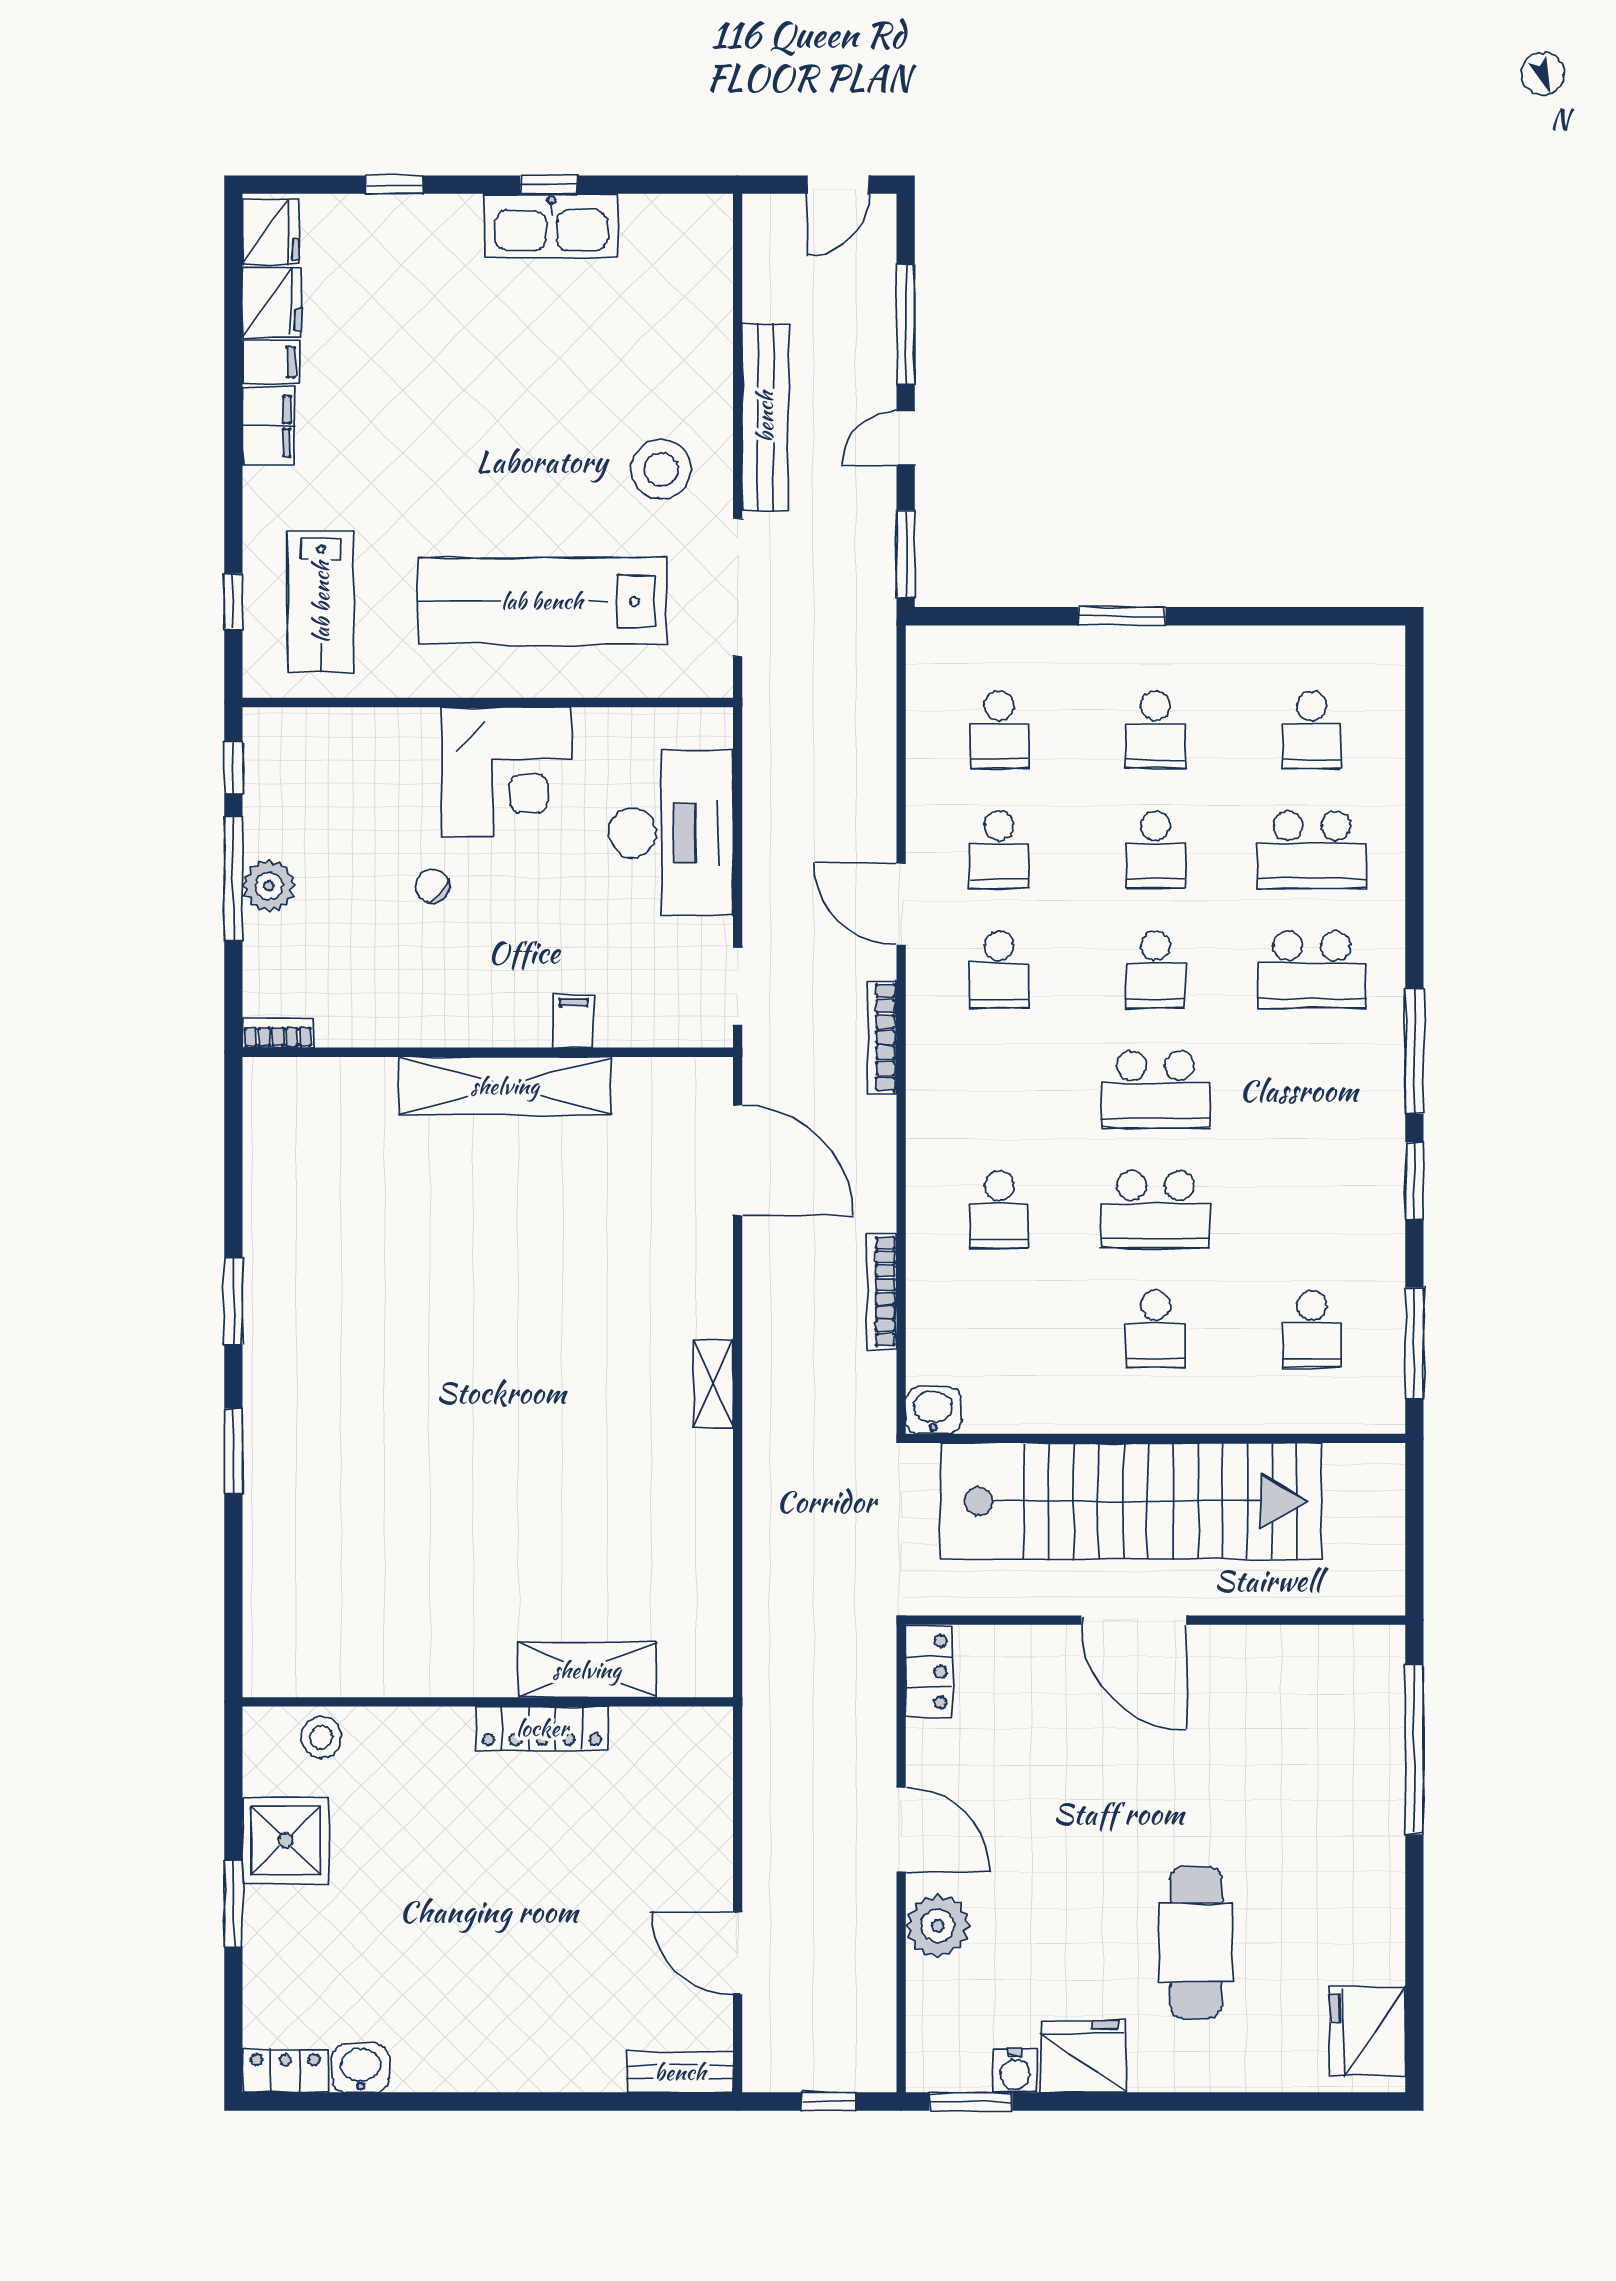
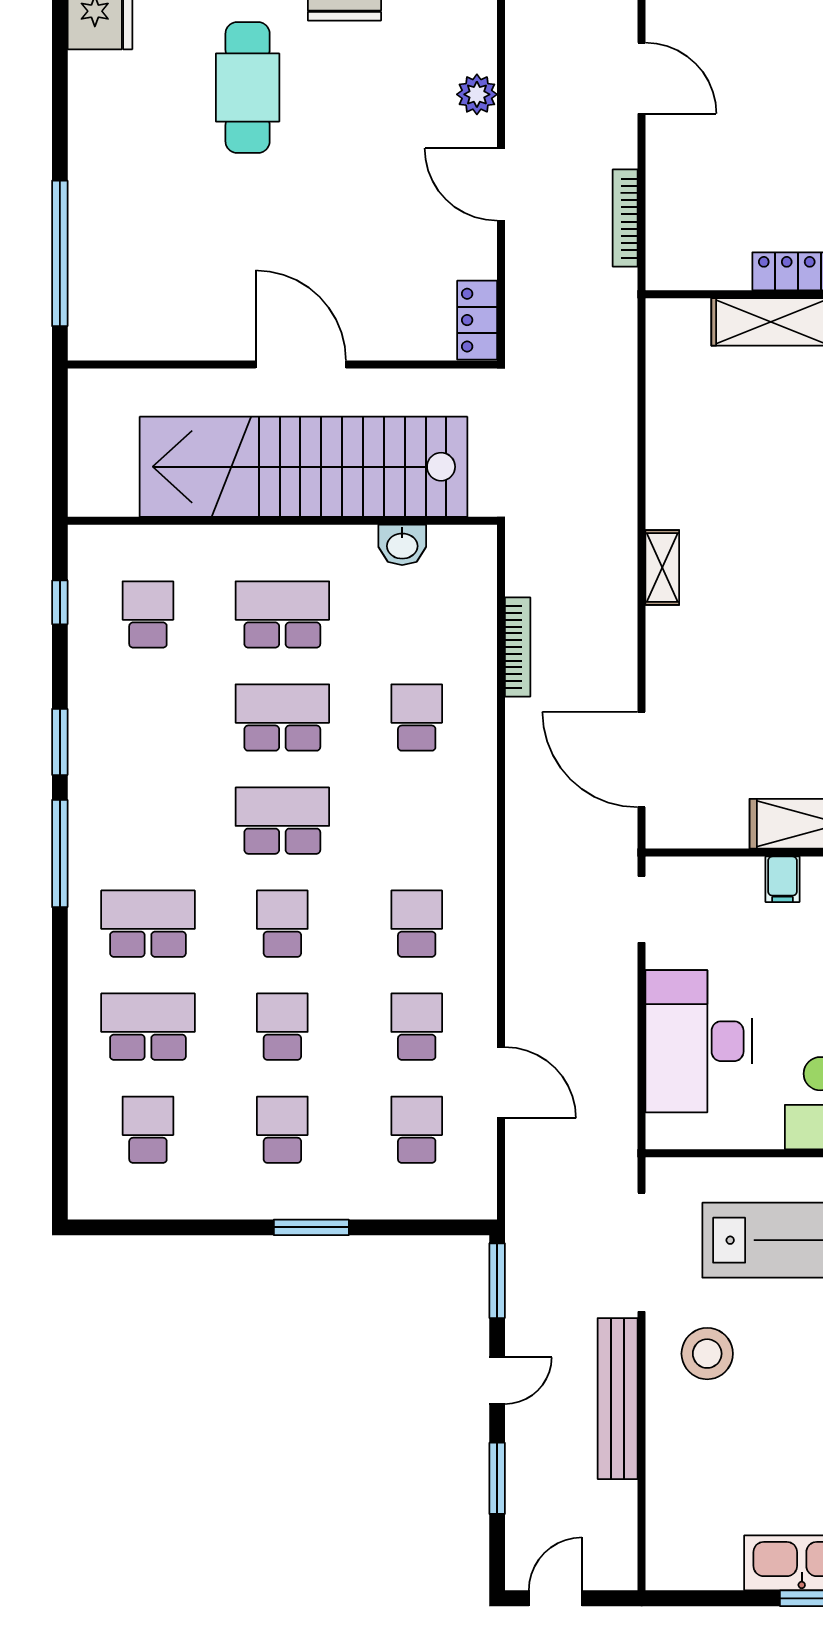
window: (906, 324) -> (497, 1478), width x0.69
door: (901, 904) -> (501, 1083), moved
bookcase: (882, 1037) -> (625, 218), moved, turned 180
school desk: (1155, 1329) -> (282, 614), width x1.85
window: (1414, 1343) -> (60, 602), width x0.46
washbasin: (933, 1410) -> (402, 545), moved
plant: (938, 1926) -> (477, 94), width x0.73, depth x0.73

